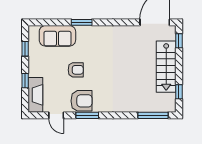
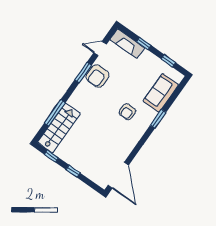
window: (179, 41) -> (73, 171), moved
stairs: (166, 67) -> (59, 128), moved, turned 90
armchair: (76, 70) -> (127, 112), moved
window: (153, 115) -> (55, 113), moved

